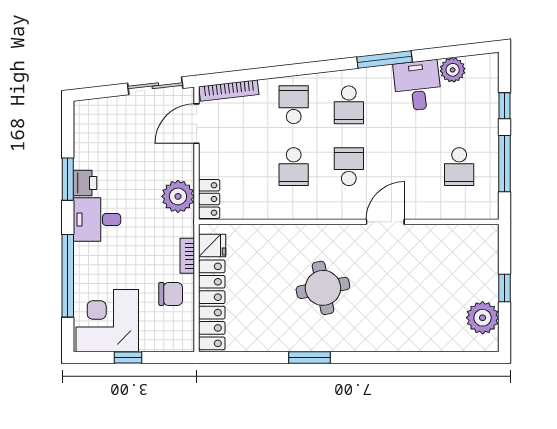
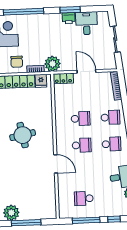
sliding door: (155, 86) -> (115, 39), moved
school desk: (349, 105) -> (112, 144), turned 180
door: (197, 124) -> (86, 71), moved
school desk: (294, 167) -> (81, 119), turned 180
plant: (178, 196) -> (52, 64), moved
desk: (97, 219) -> (86, 23), moved
window: (504, 288) -> (26, 223), width x2.17

